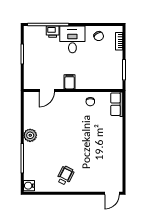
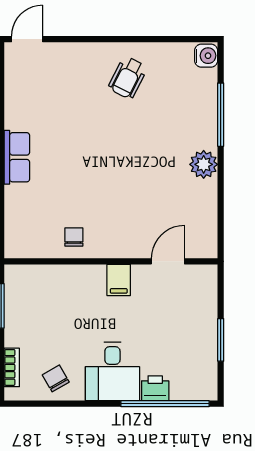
row of seats: (117, 104) -> (17, 157), moved

